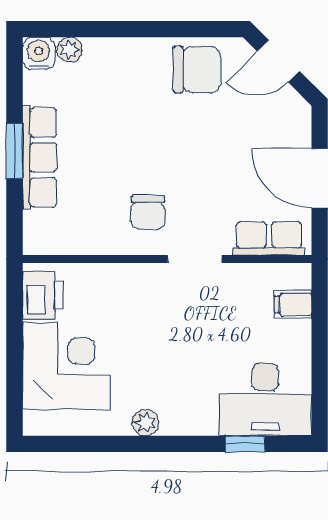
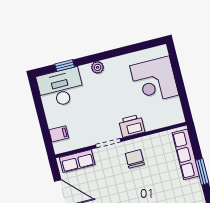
row of seats: (40, 157) -> (186, 154), moved
printer: (43, 295) -> (132, 126), moved, turned 90
plant: (145, 423) -> (98, 67), moved

